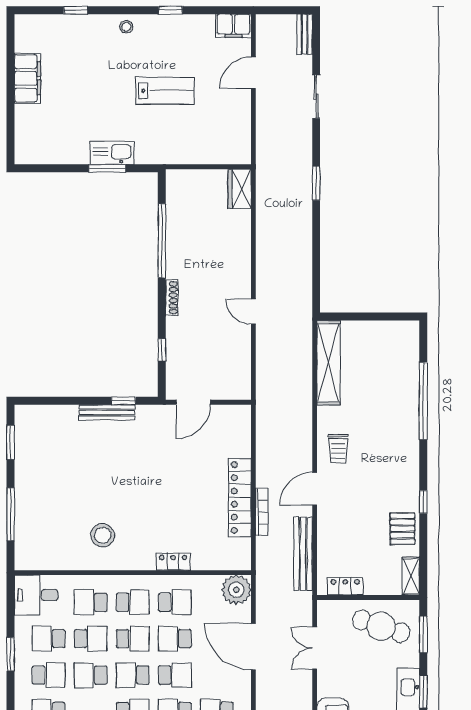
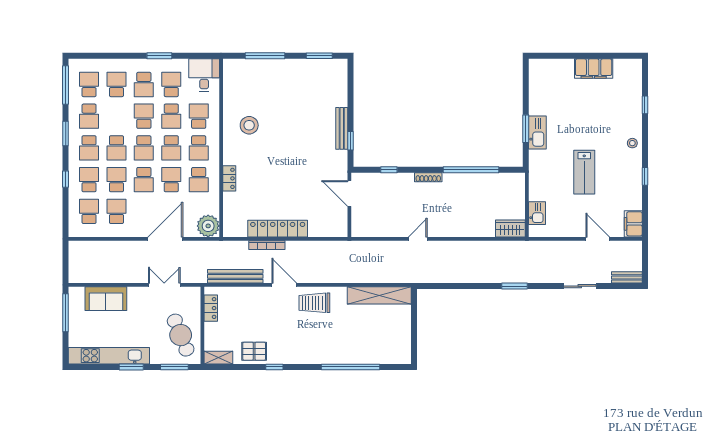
kitchen sink: (219, 153) -> (537, 213), added
trolley: (338, 449) -> (314, 303), width x1.36, depth x1.39
cafe table: (381, 626) -> (181, 335), turned -40
school desk: (133, 675) -> (144, 148), turned 180

